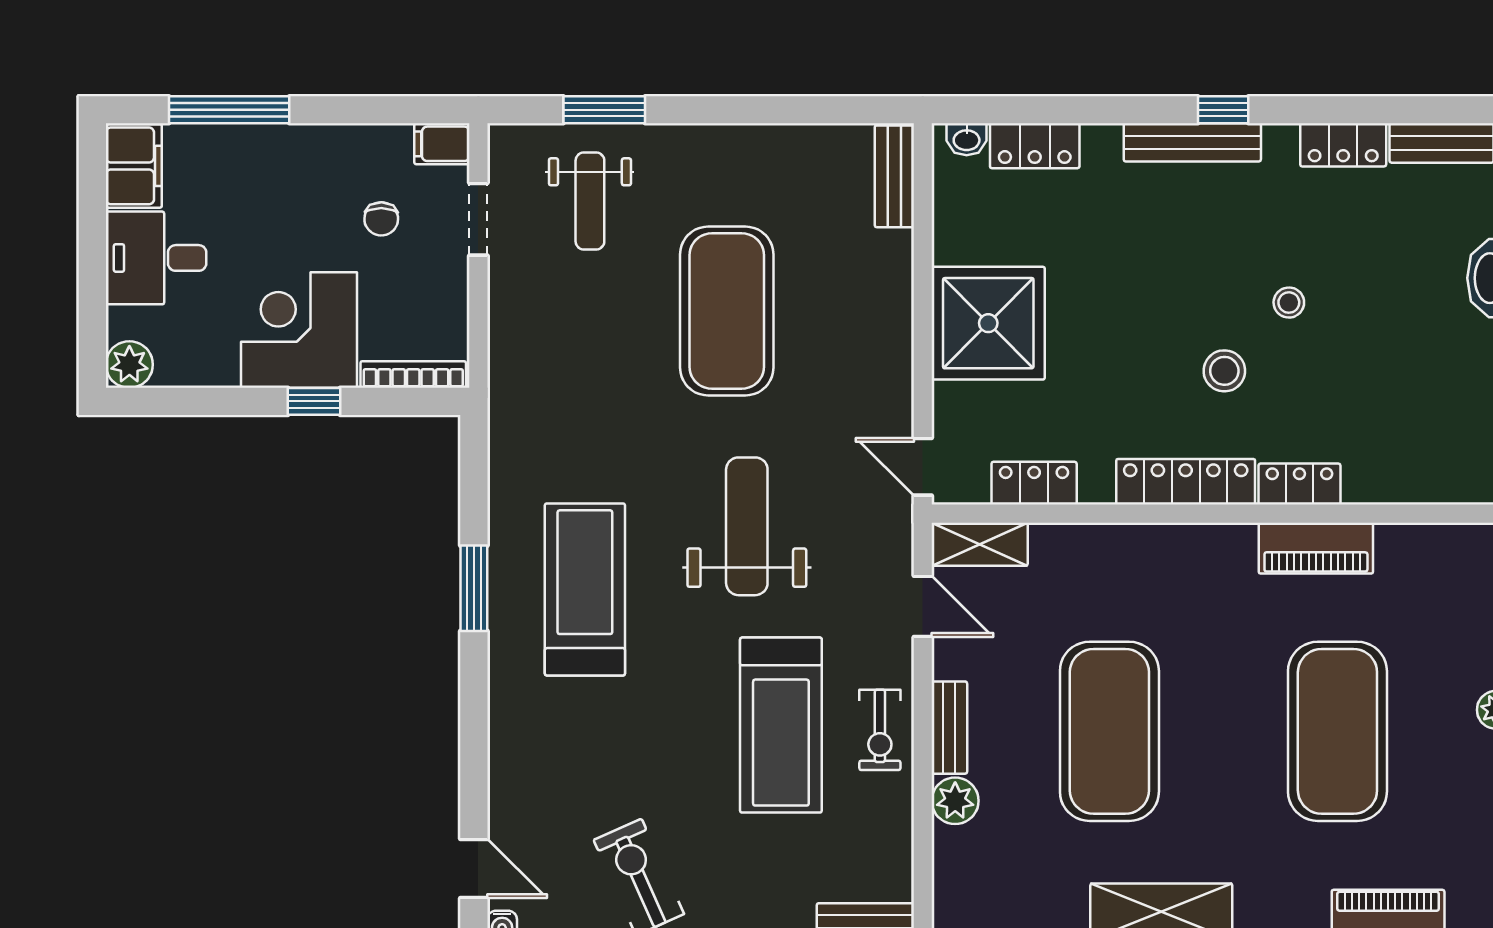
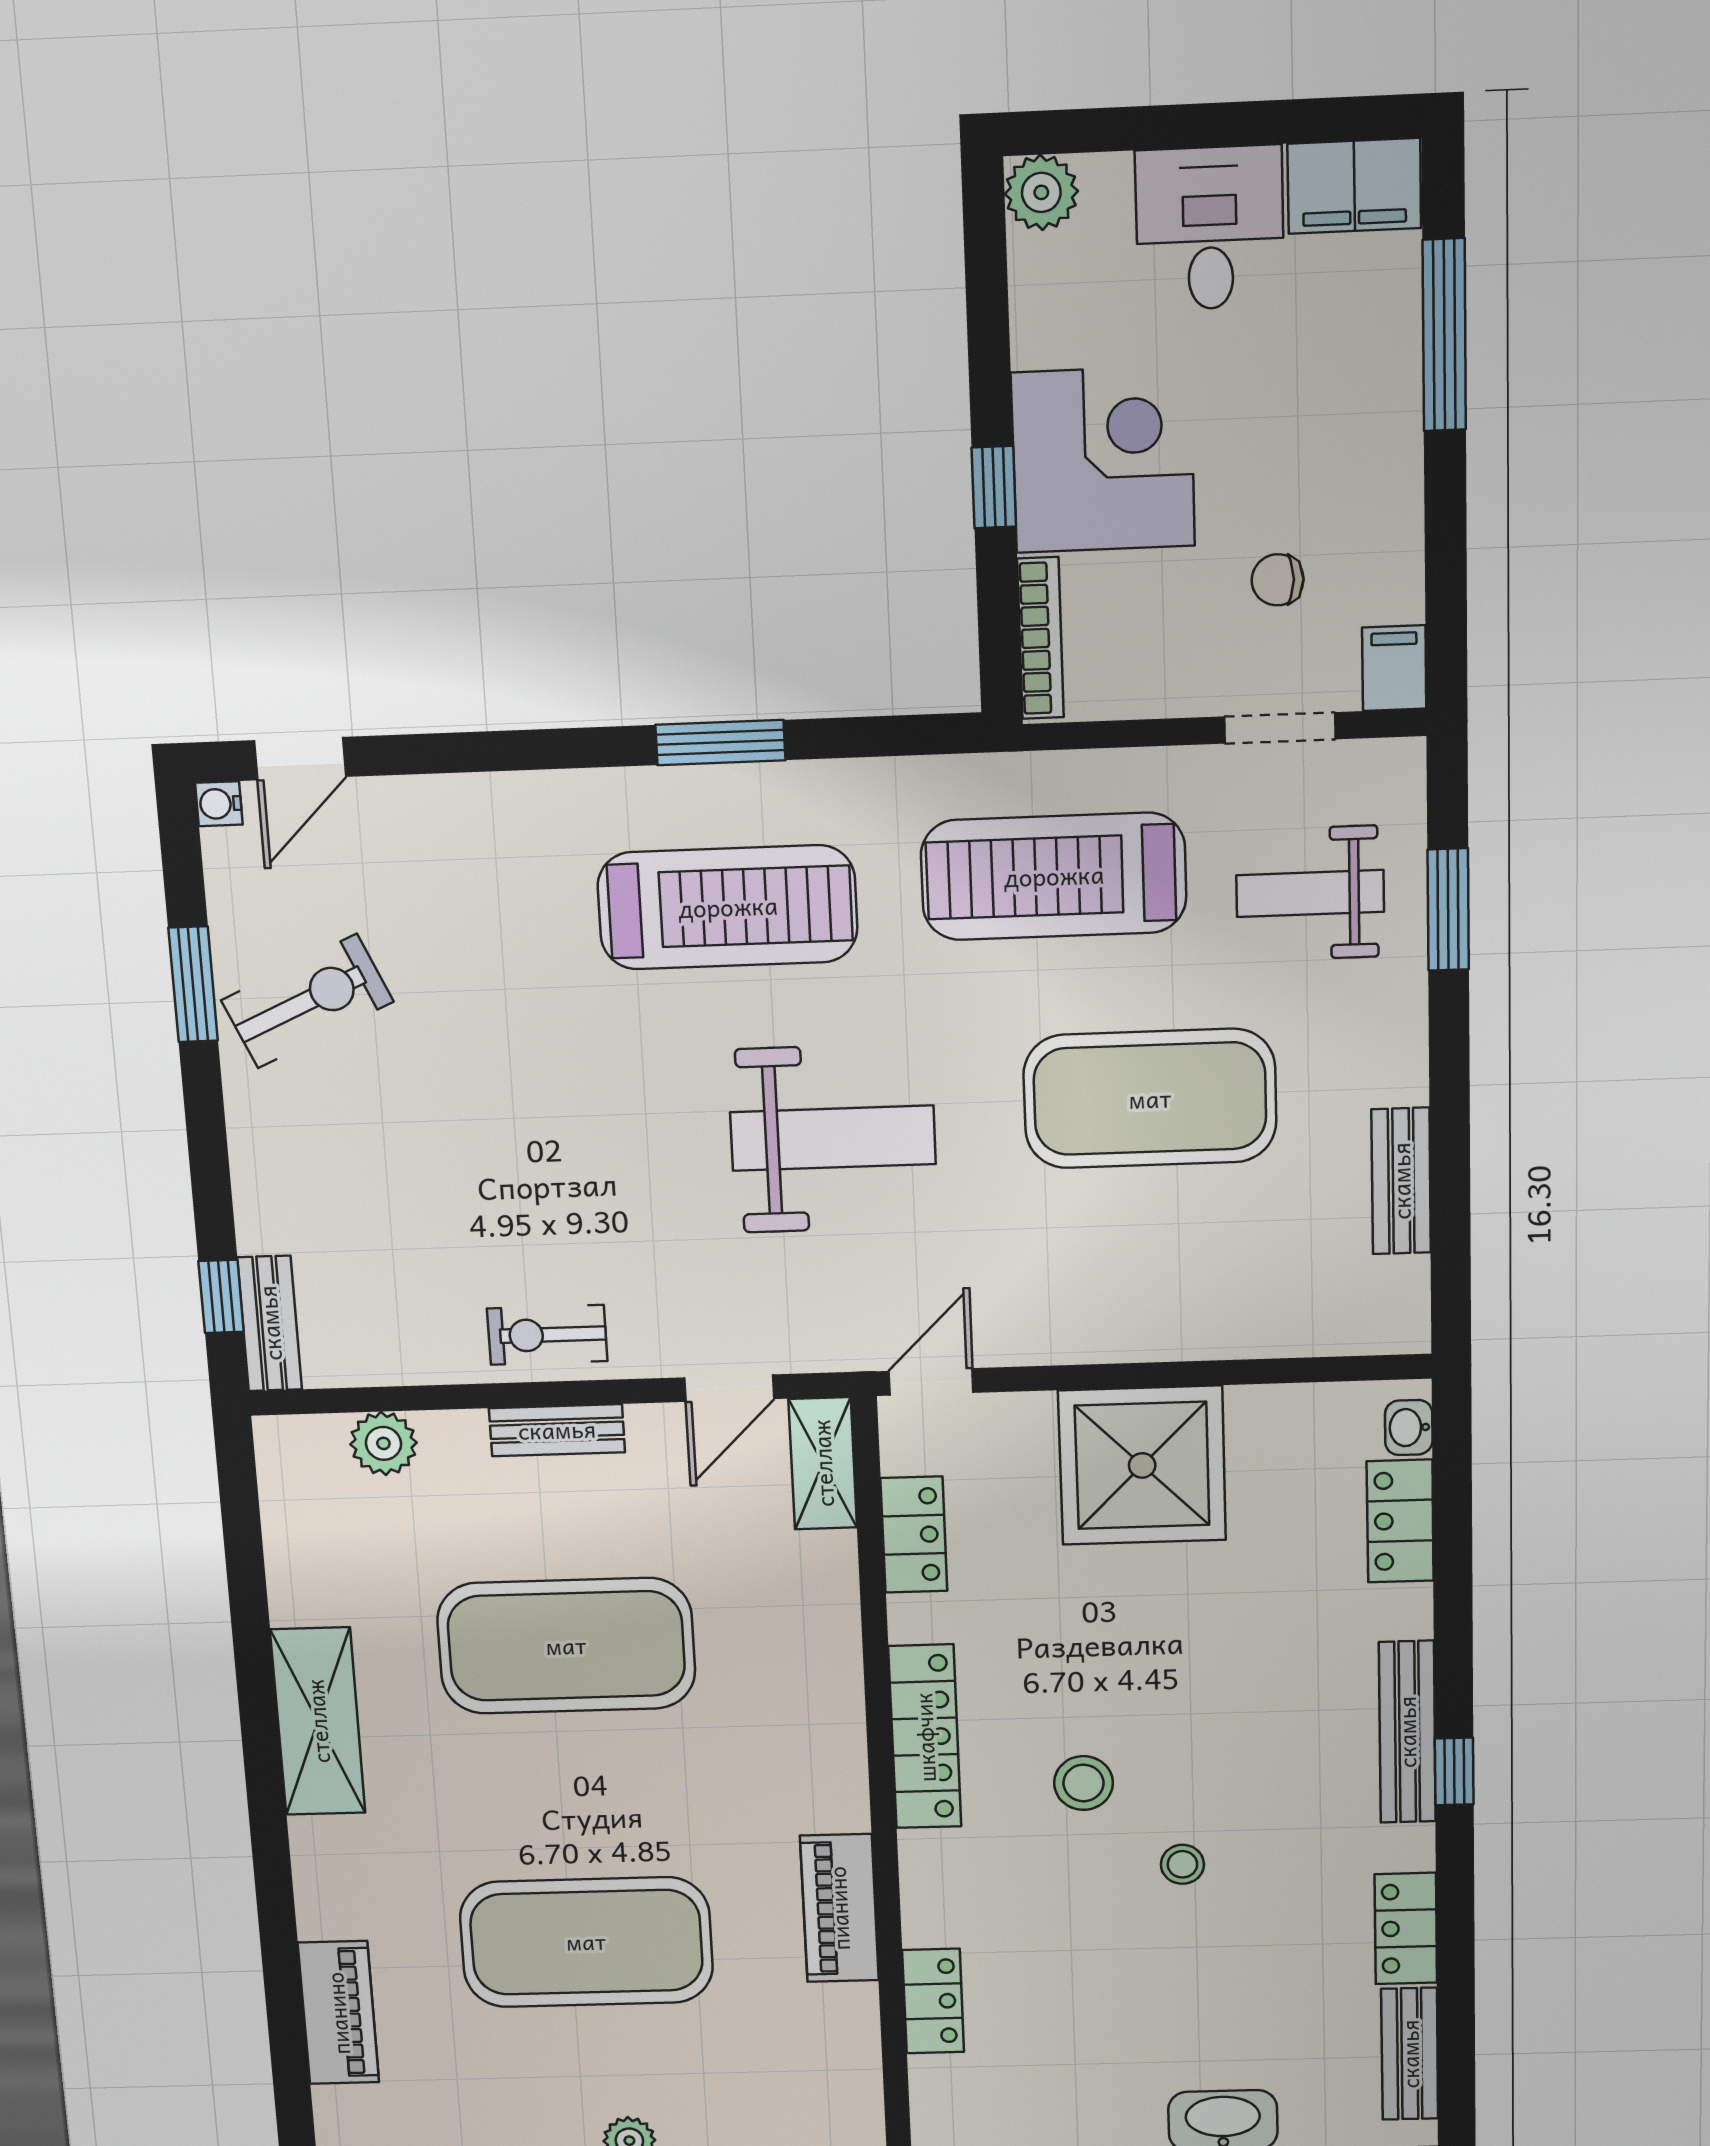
bench: (894, 176) -> (1401, 1181), moved, turned 90
locker: (1299, 484) -> (933, 2001), moved
treadmill: (781, 725) -> (1054, 876), moved
plant: (955, 801) -> (383, 1443), moved

